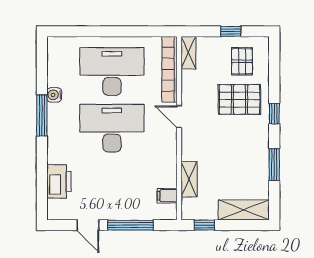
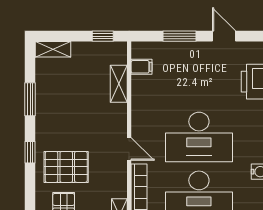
shelving: (244, 210) -> (53, 49), width x0.67, depth x0.75
window: (131, 225) -> (180, 36), width x0.69

